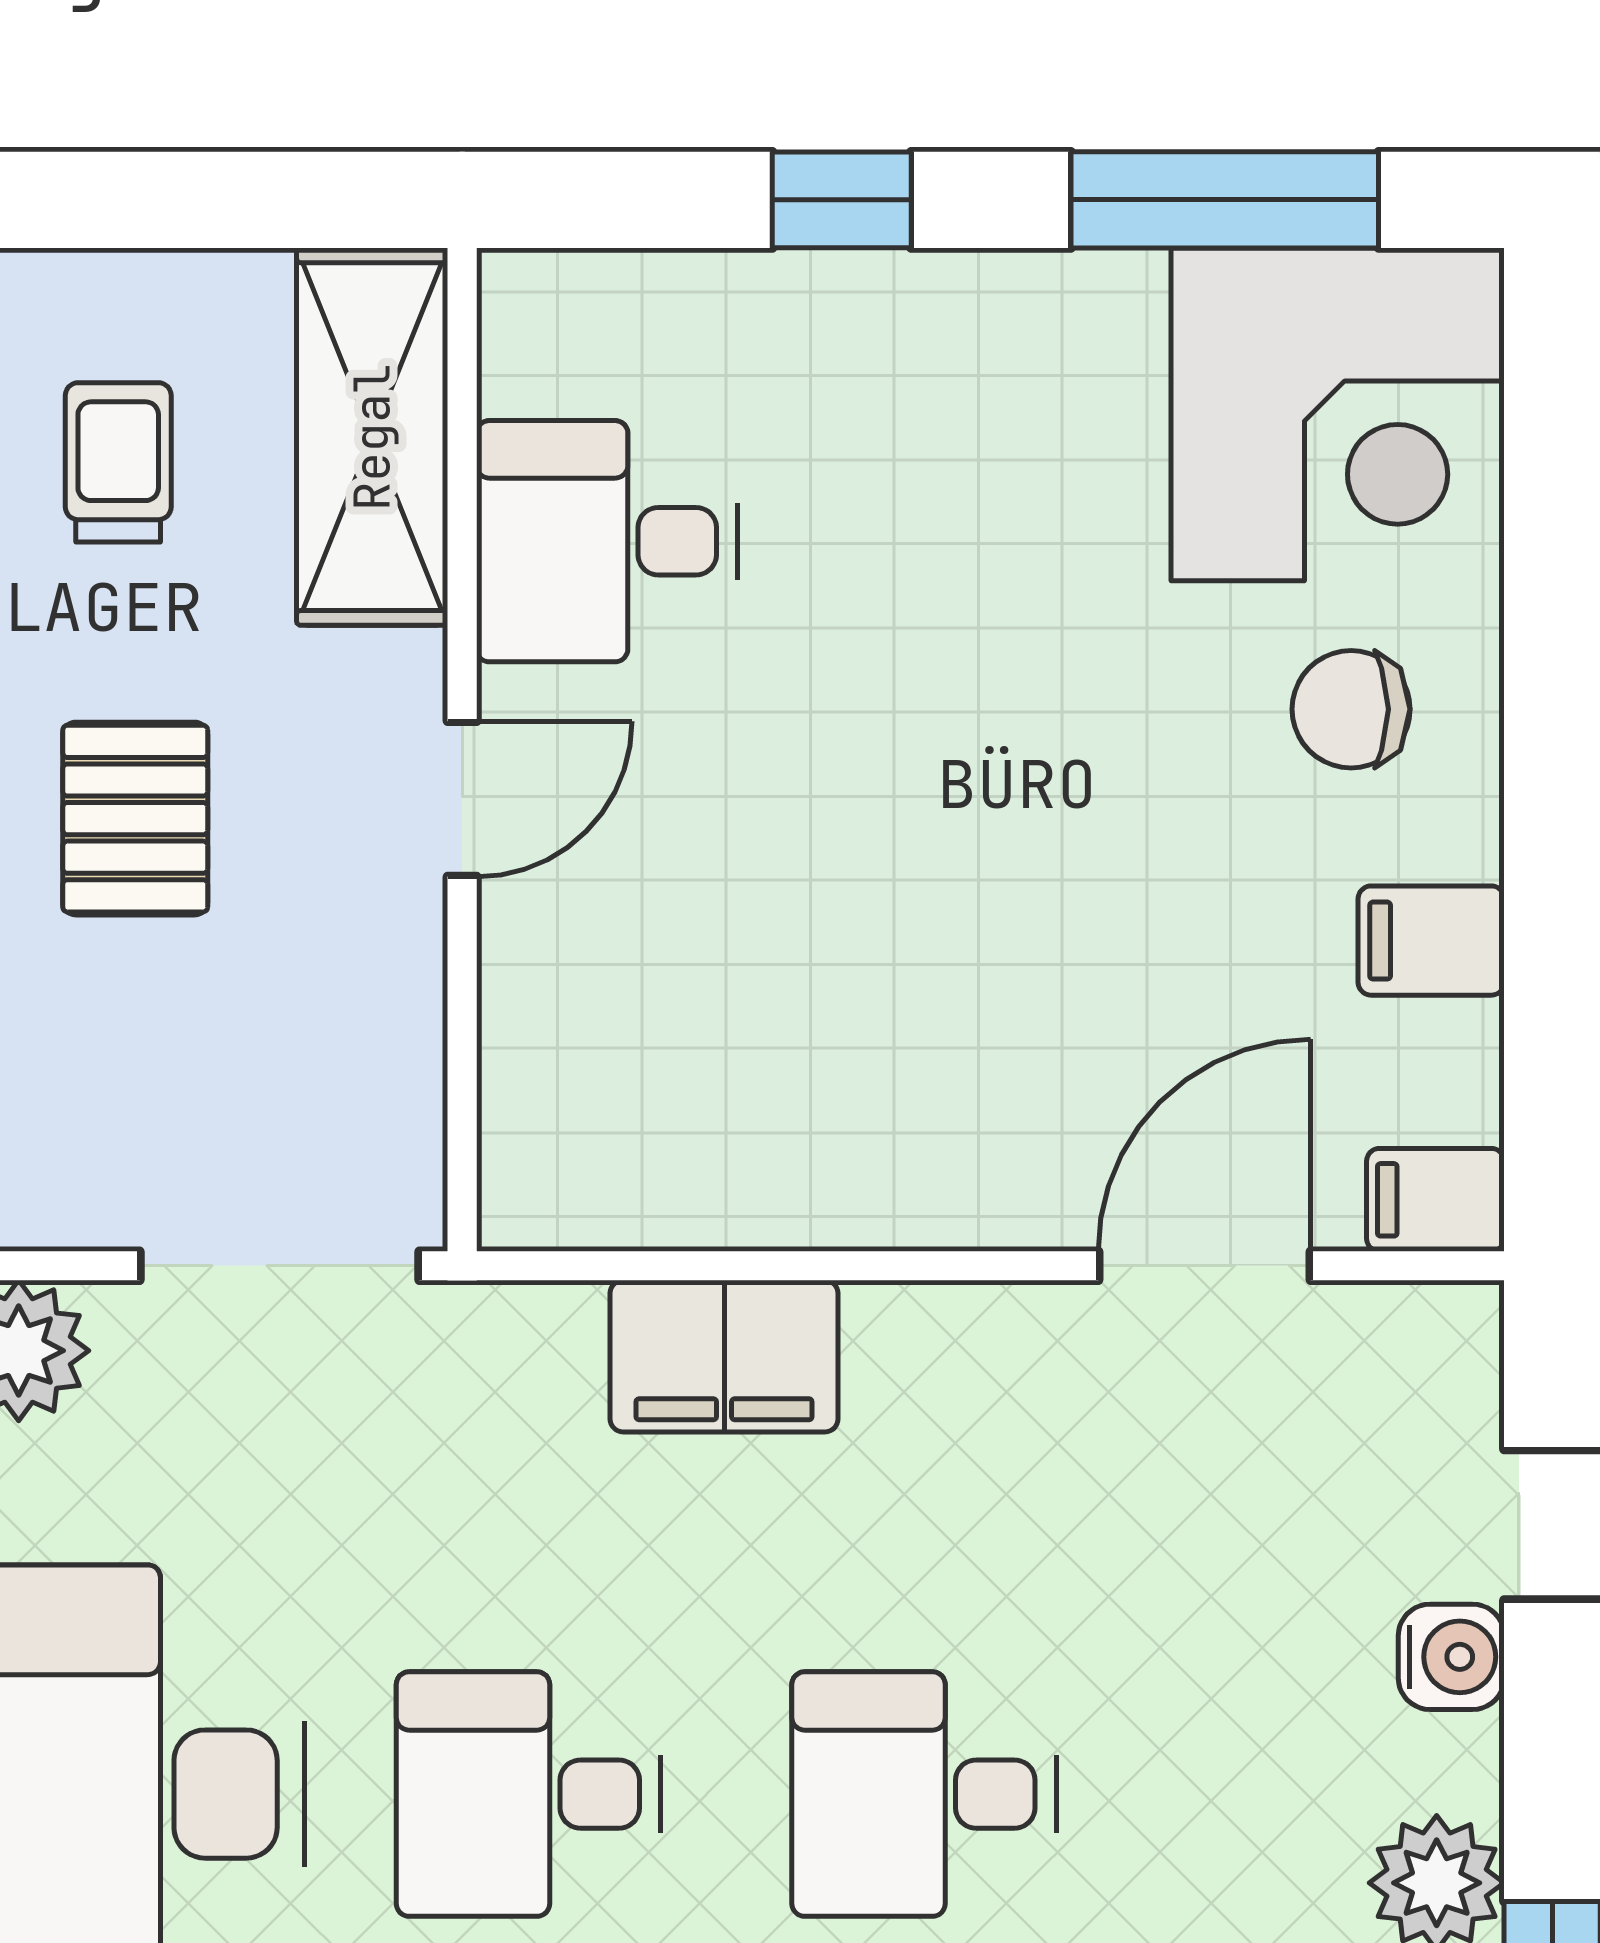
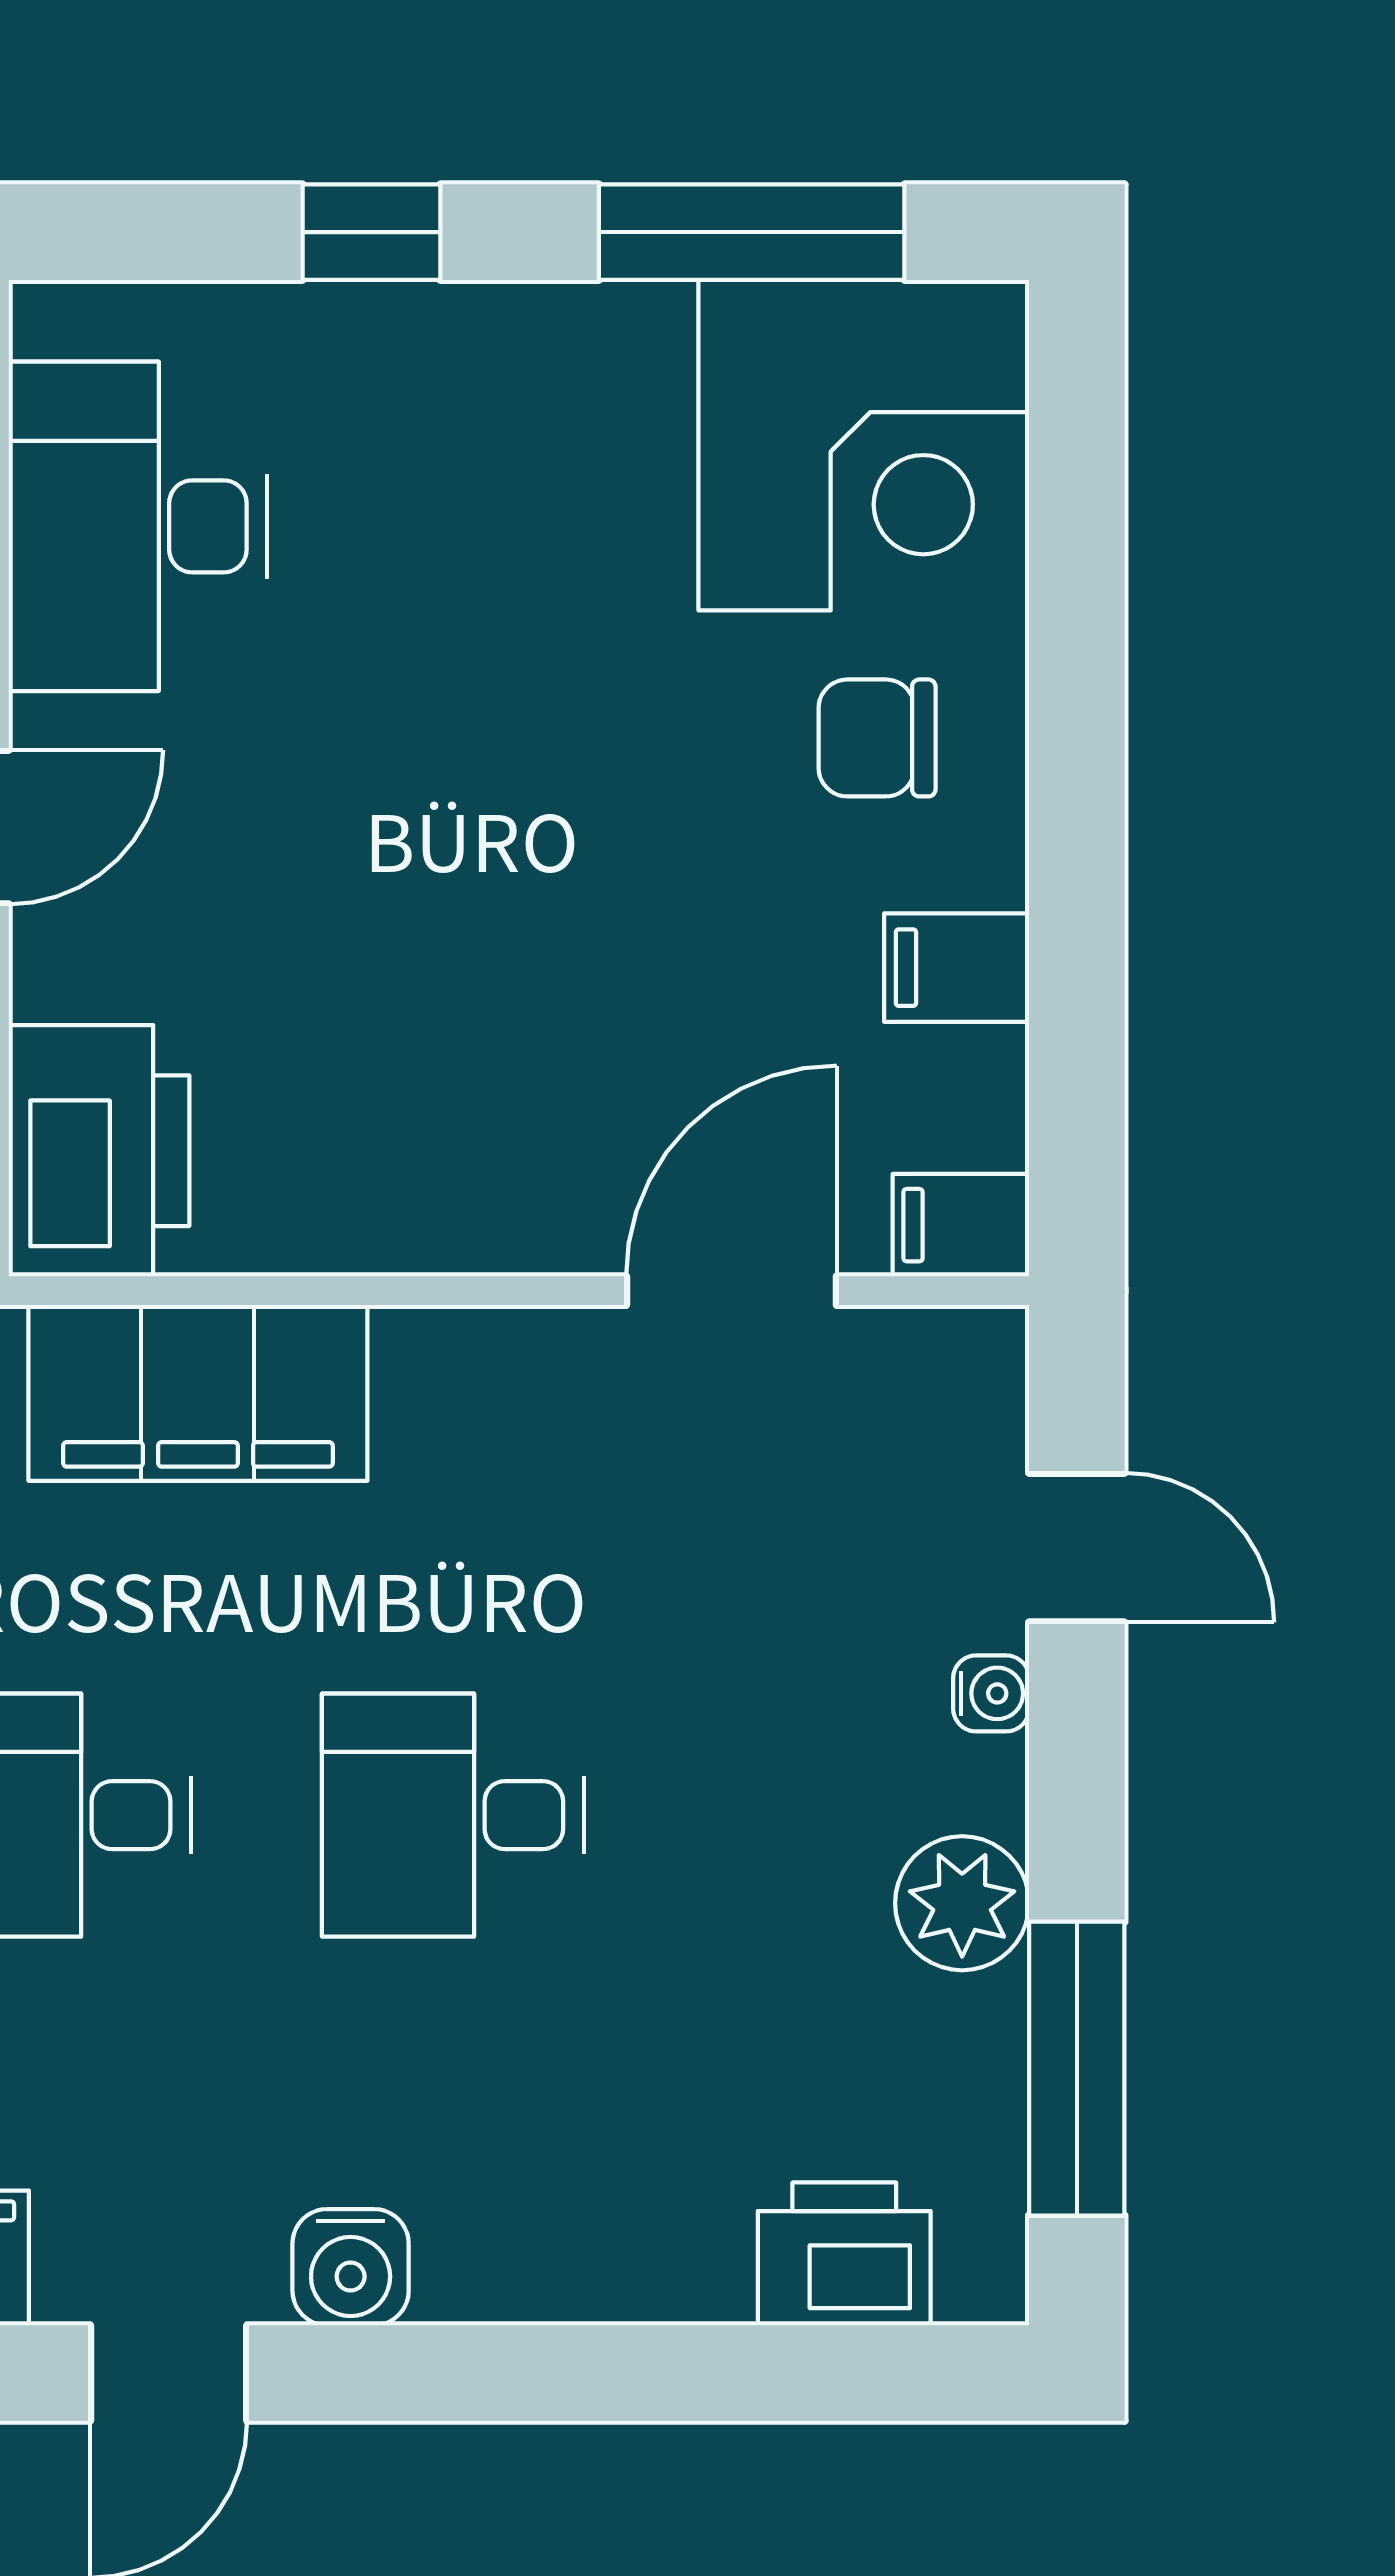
desk: (607, 541) -> (138, 526), width x1.37
printer: (567, 1125) -> (99, 1151), added
filing cabinet: (724, 1356) -> (198, 1393), width x1.50, depth x1.17
water cooler: (1451, 1657) -> (991, 1693), width x0.72, depth x0.72

